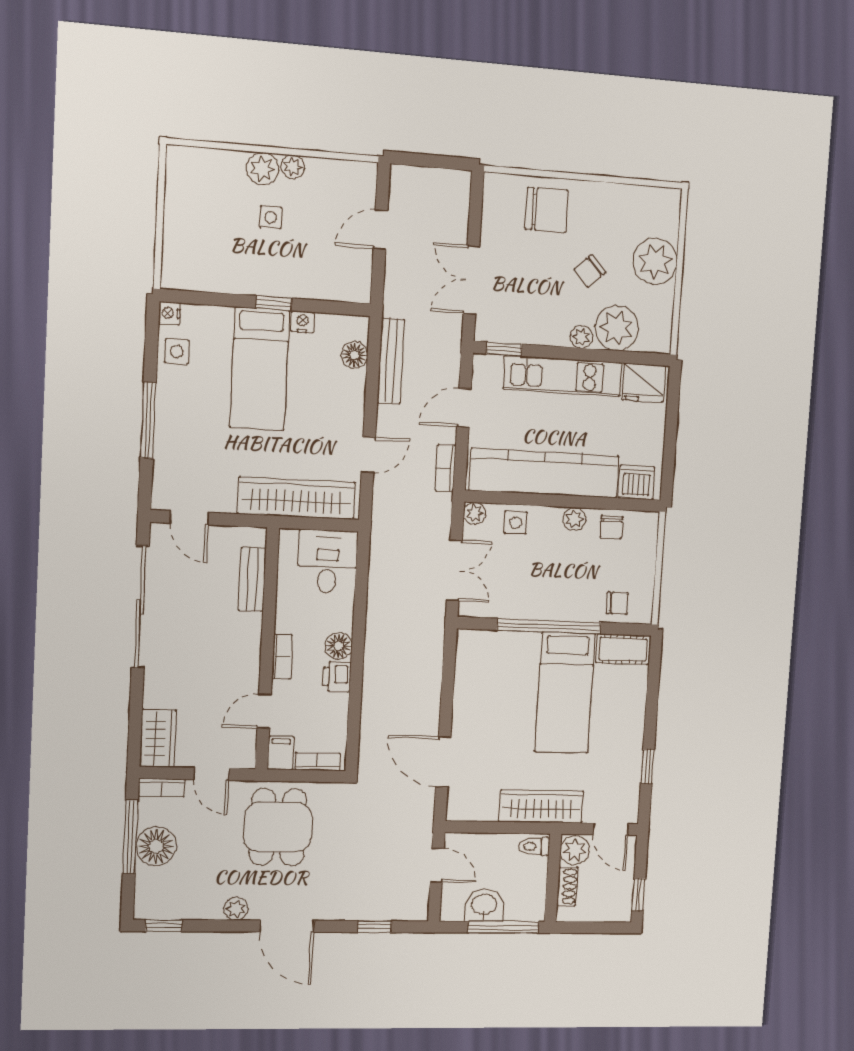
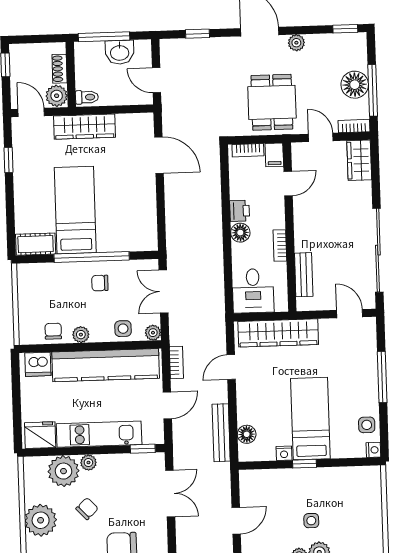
chair: (617, 603) -> (100, 283), moved
bookcase: (282, 657) -> (280, 245), moved

